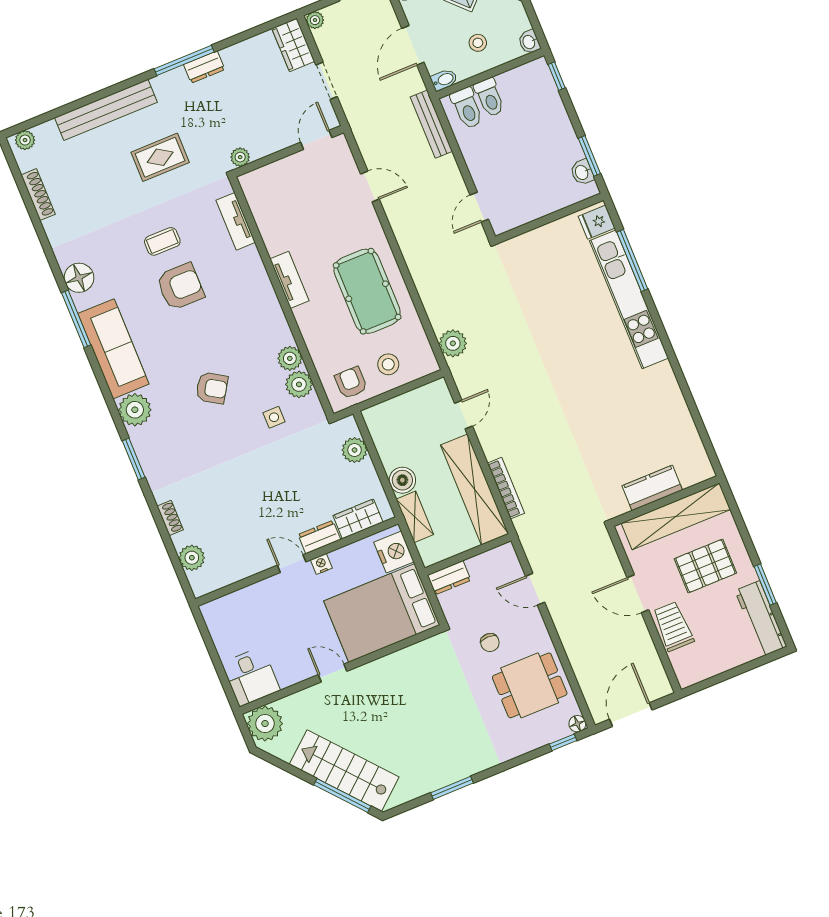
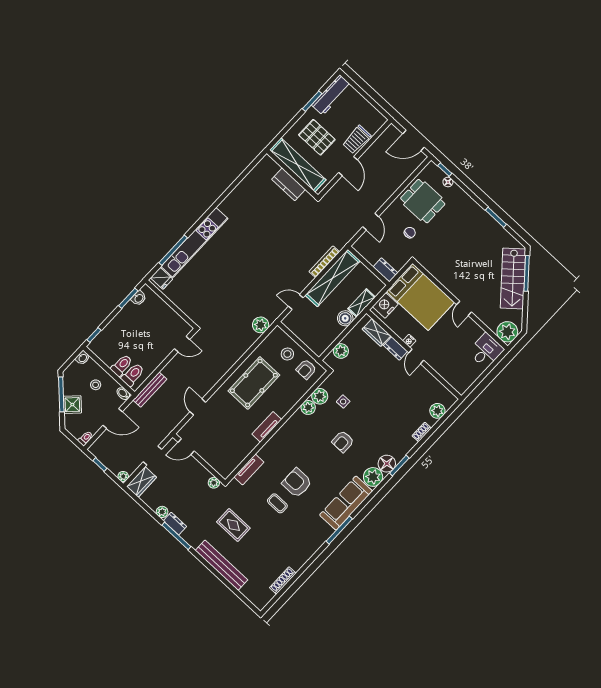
plant: (25, 140) -> (162, 512), moved
floor lamp: (79, 278) -> (387, 464), moved
armchair: (212, 388) -> (343, 442), turned -122
floor lamp: (577, 724) -> (448, 182), moved

